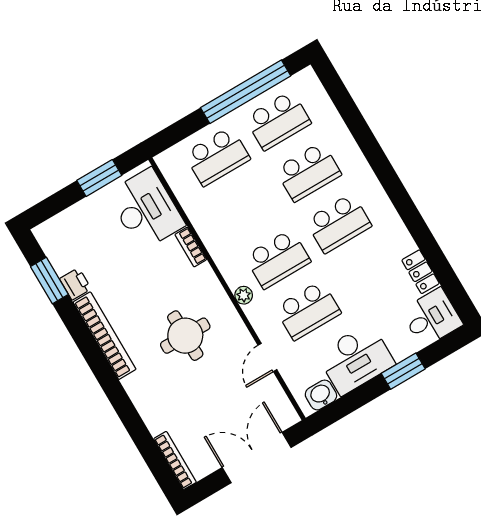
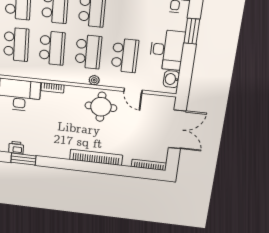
school desk: (247, 208) -> (52, 48), added
printer: (75, 284) -> (16, 148), moved
bookcase: (105, 336) -> (96, 157), moved
round table: (185, 336) -> (101, 107), moved
double door: (257, 458) -> (177, 129), swing flipped

